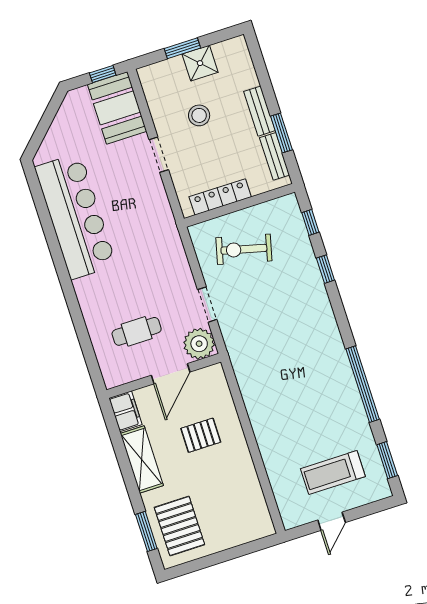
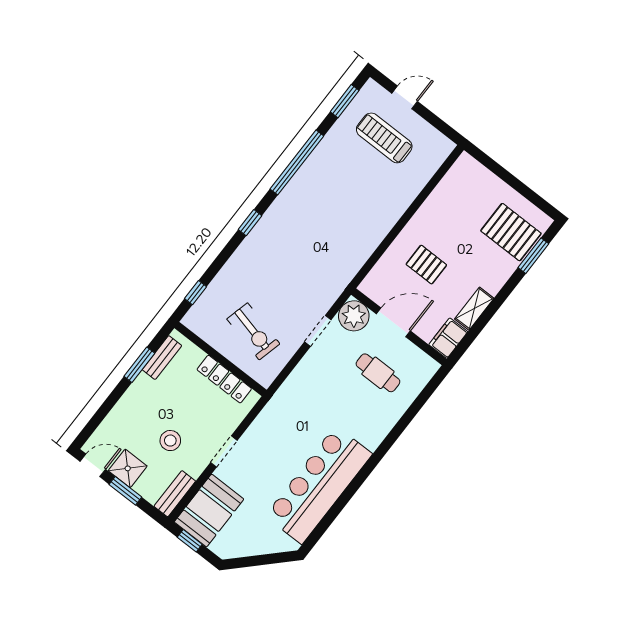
door: (223, 35) -> (93, 465), added
bench: (259, 111) -> (175, 494), moved
window: (325, 269) -> (250, 223), moved
shelving: (142, 459) -> (474, 309), width x0.67, depth x0.75
treadmill: (333, 473) -> (384, 138), turned 180
door: (332, 521) -> (405, 97), moved
pallet: (179, 526) -> (511, 232), turned 90

